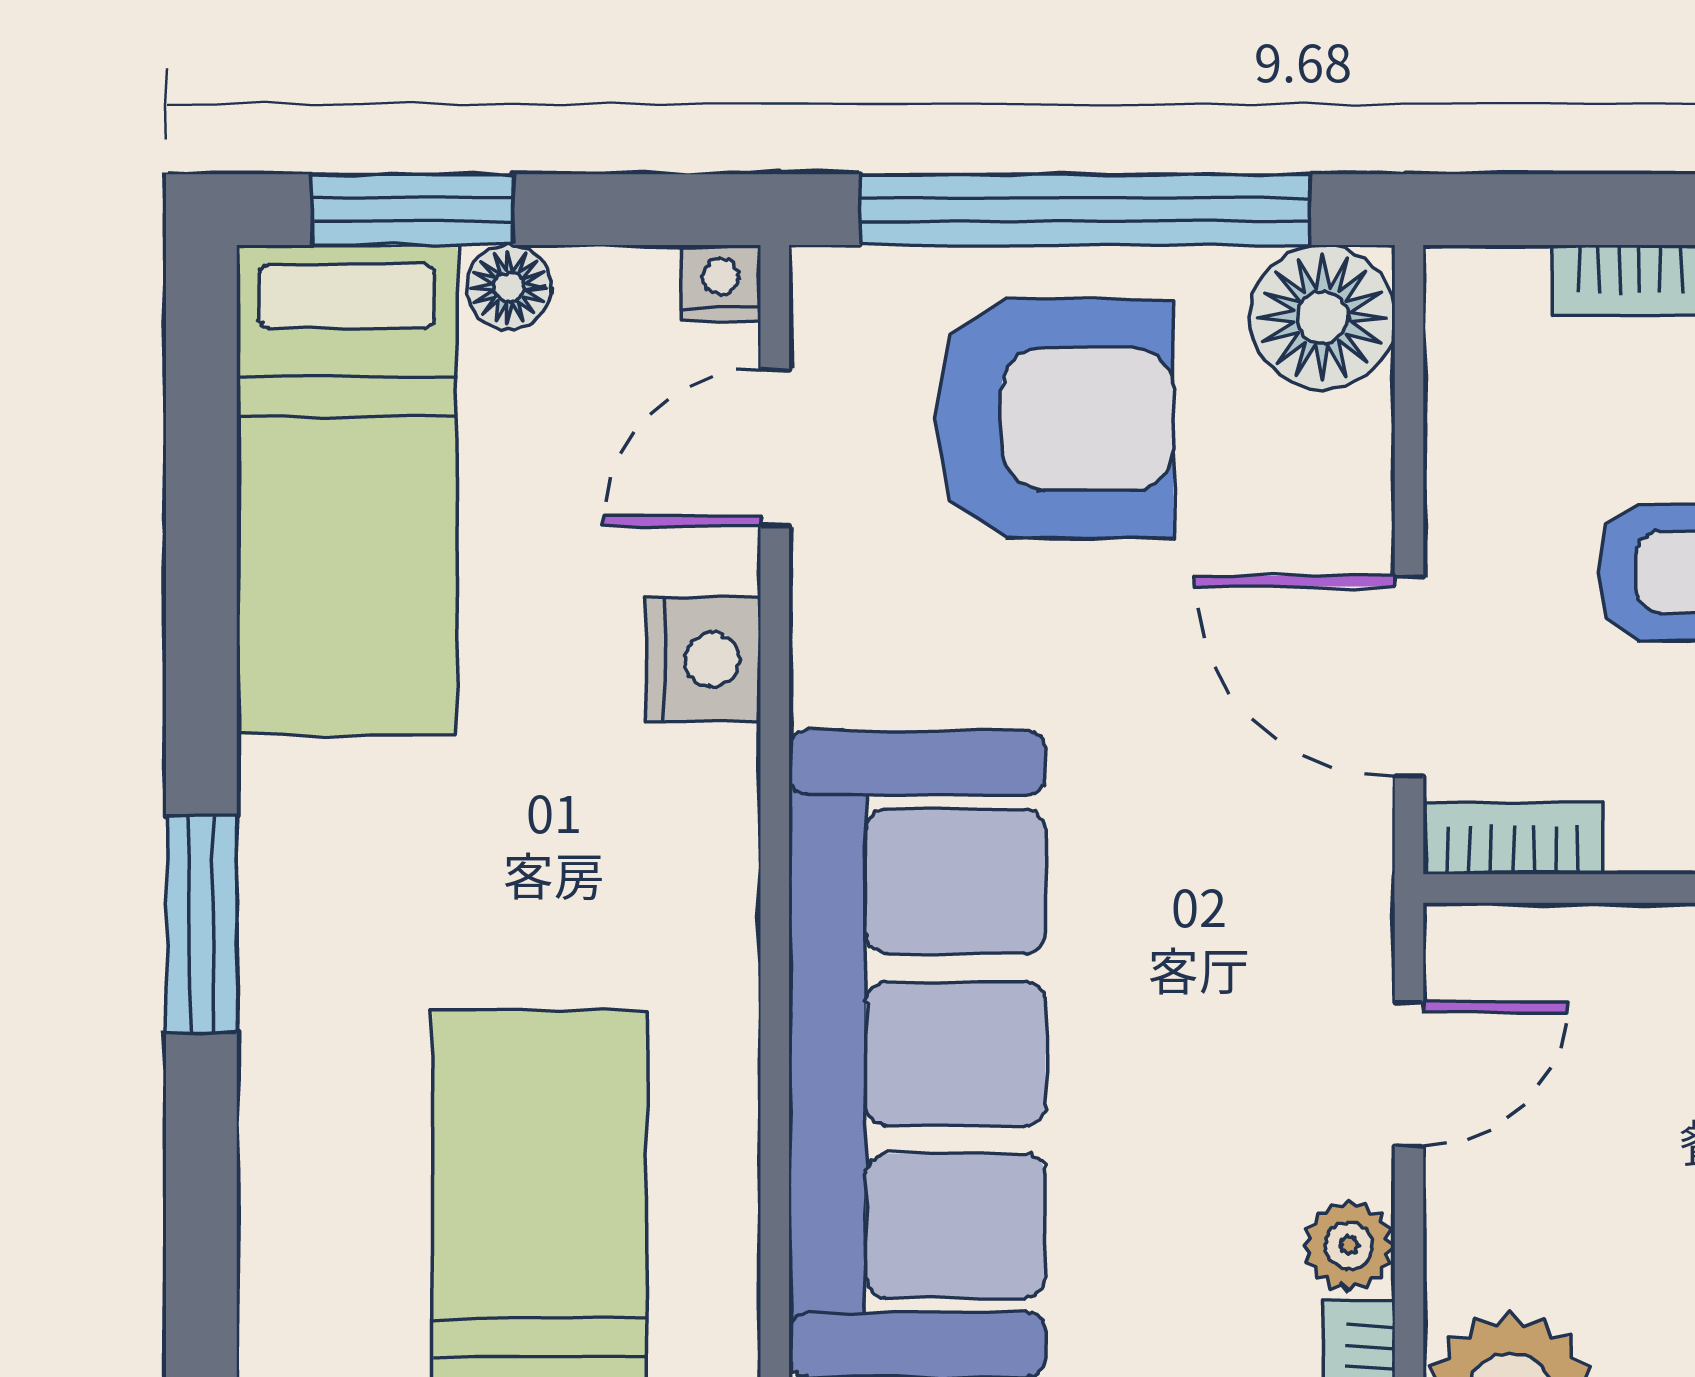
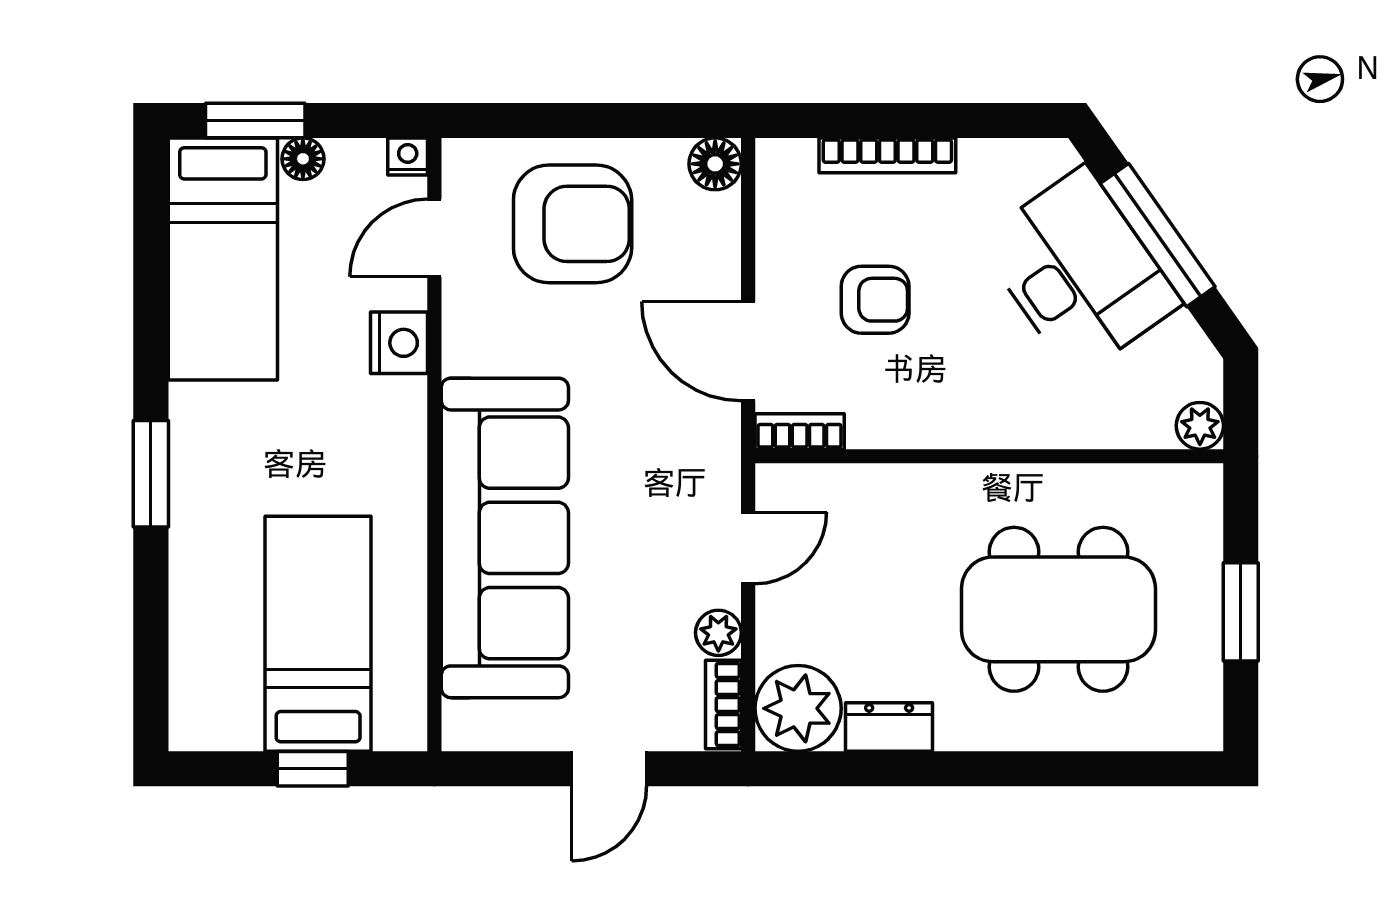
window: (1085, 210) -> (588, 120), removed
floor lamp: (1323, 317) -> (715, 164), width x0.73, depth x0.73

